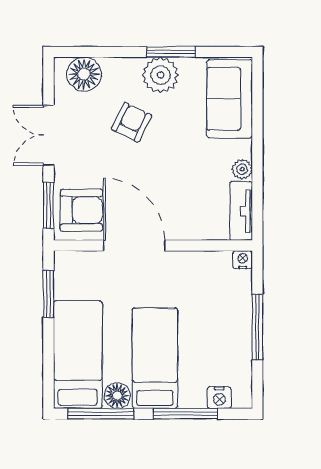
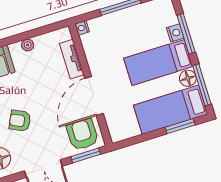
tv unit: (241, 211) -> (72, 59), moved, turned 90
window: (48, 294) -> (180, 126), moved
nightstand: (219, 398) -> (175, 33), moved

